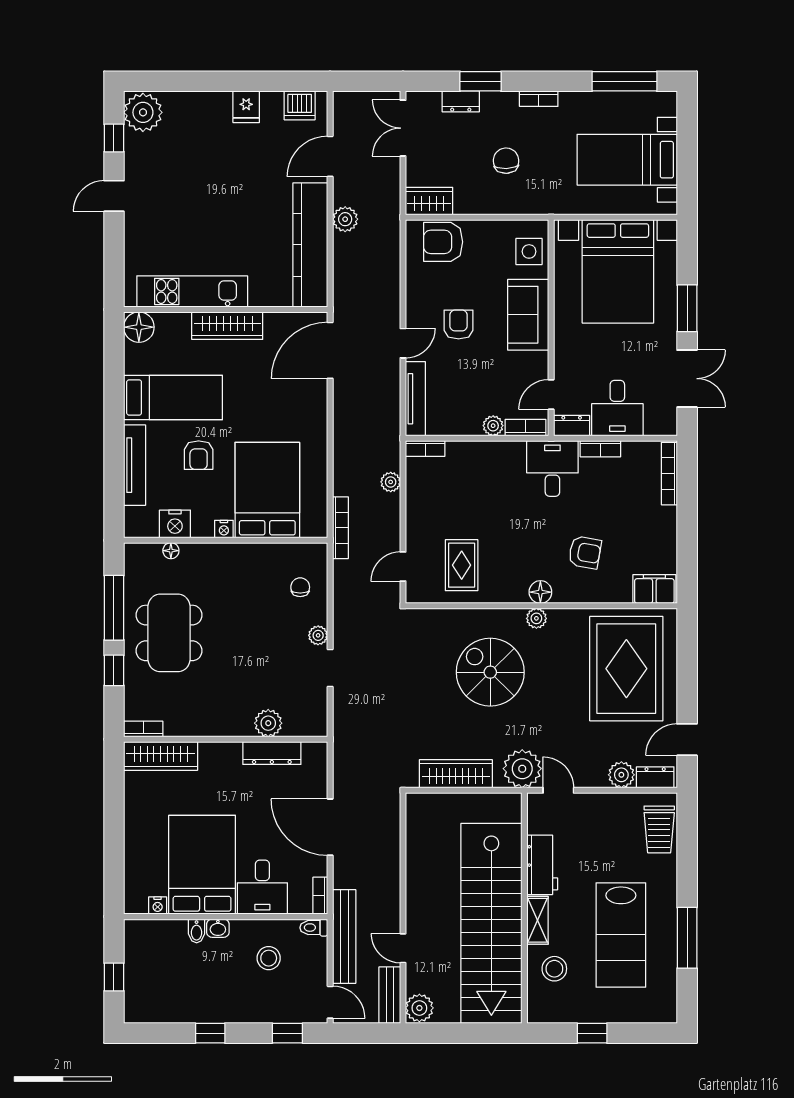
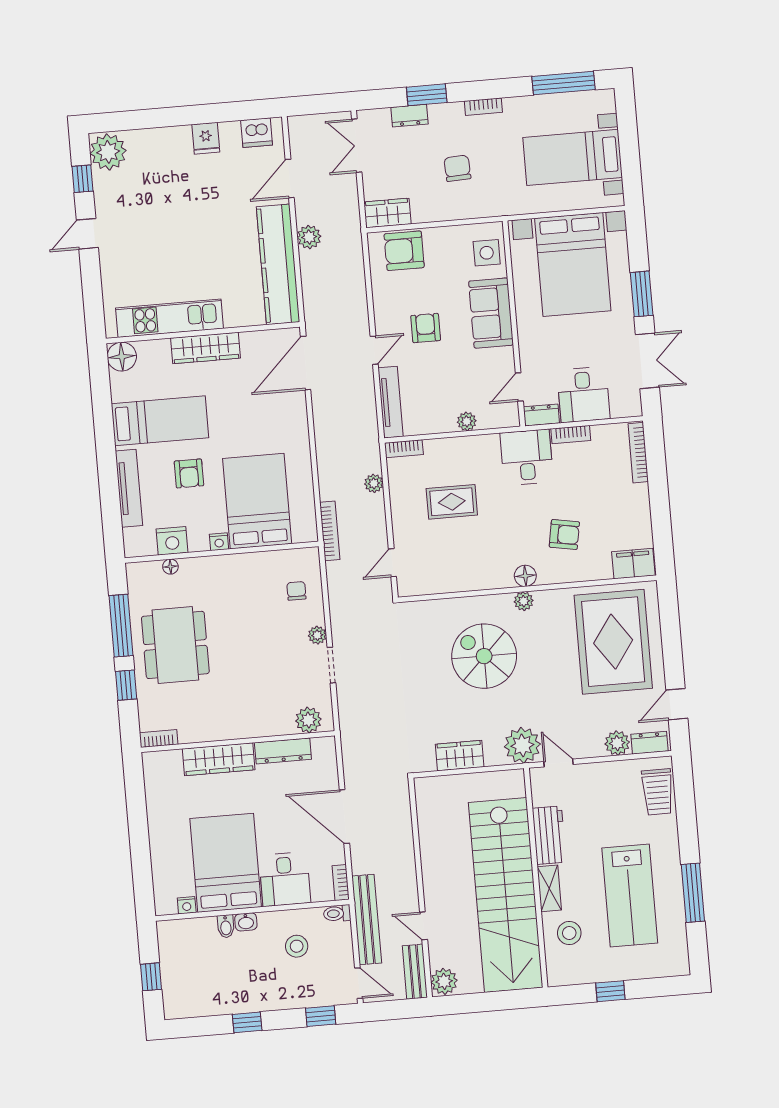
bookcase: (526, 428) -> (498, 421), removed
rug: (462, 565) -> (452, 502), moved, turned 90
plant: (268, 723) -> (308, 720), moved
wardrobe: (161, 756) -> (219, 759), moved
wardrobe: (456, 774) -> (460, 756), width x0.67

